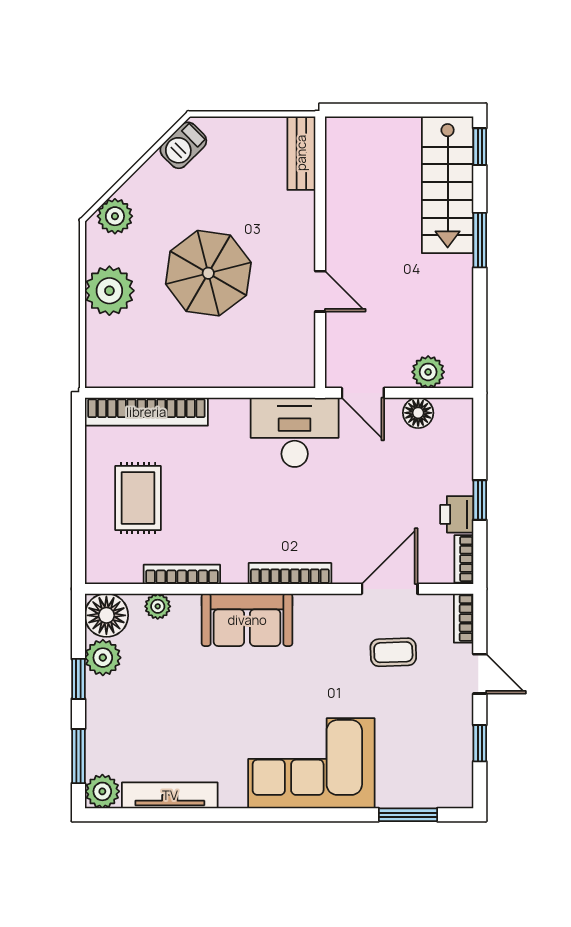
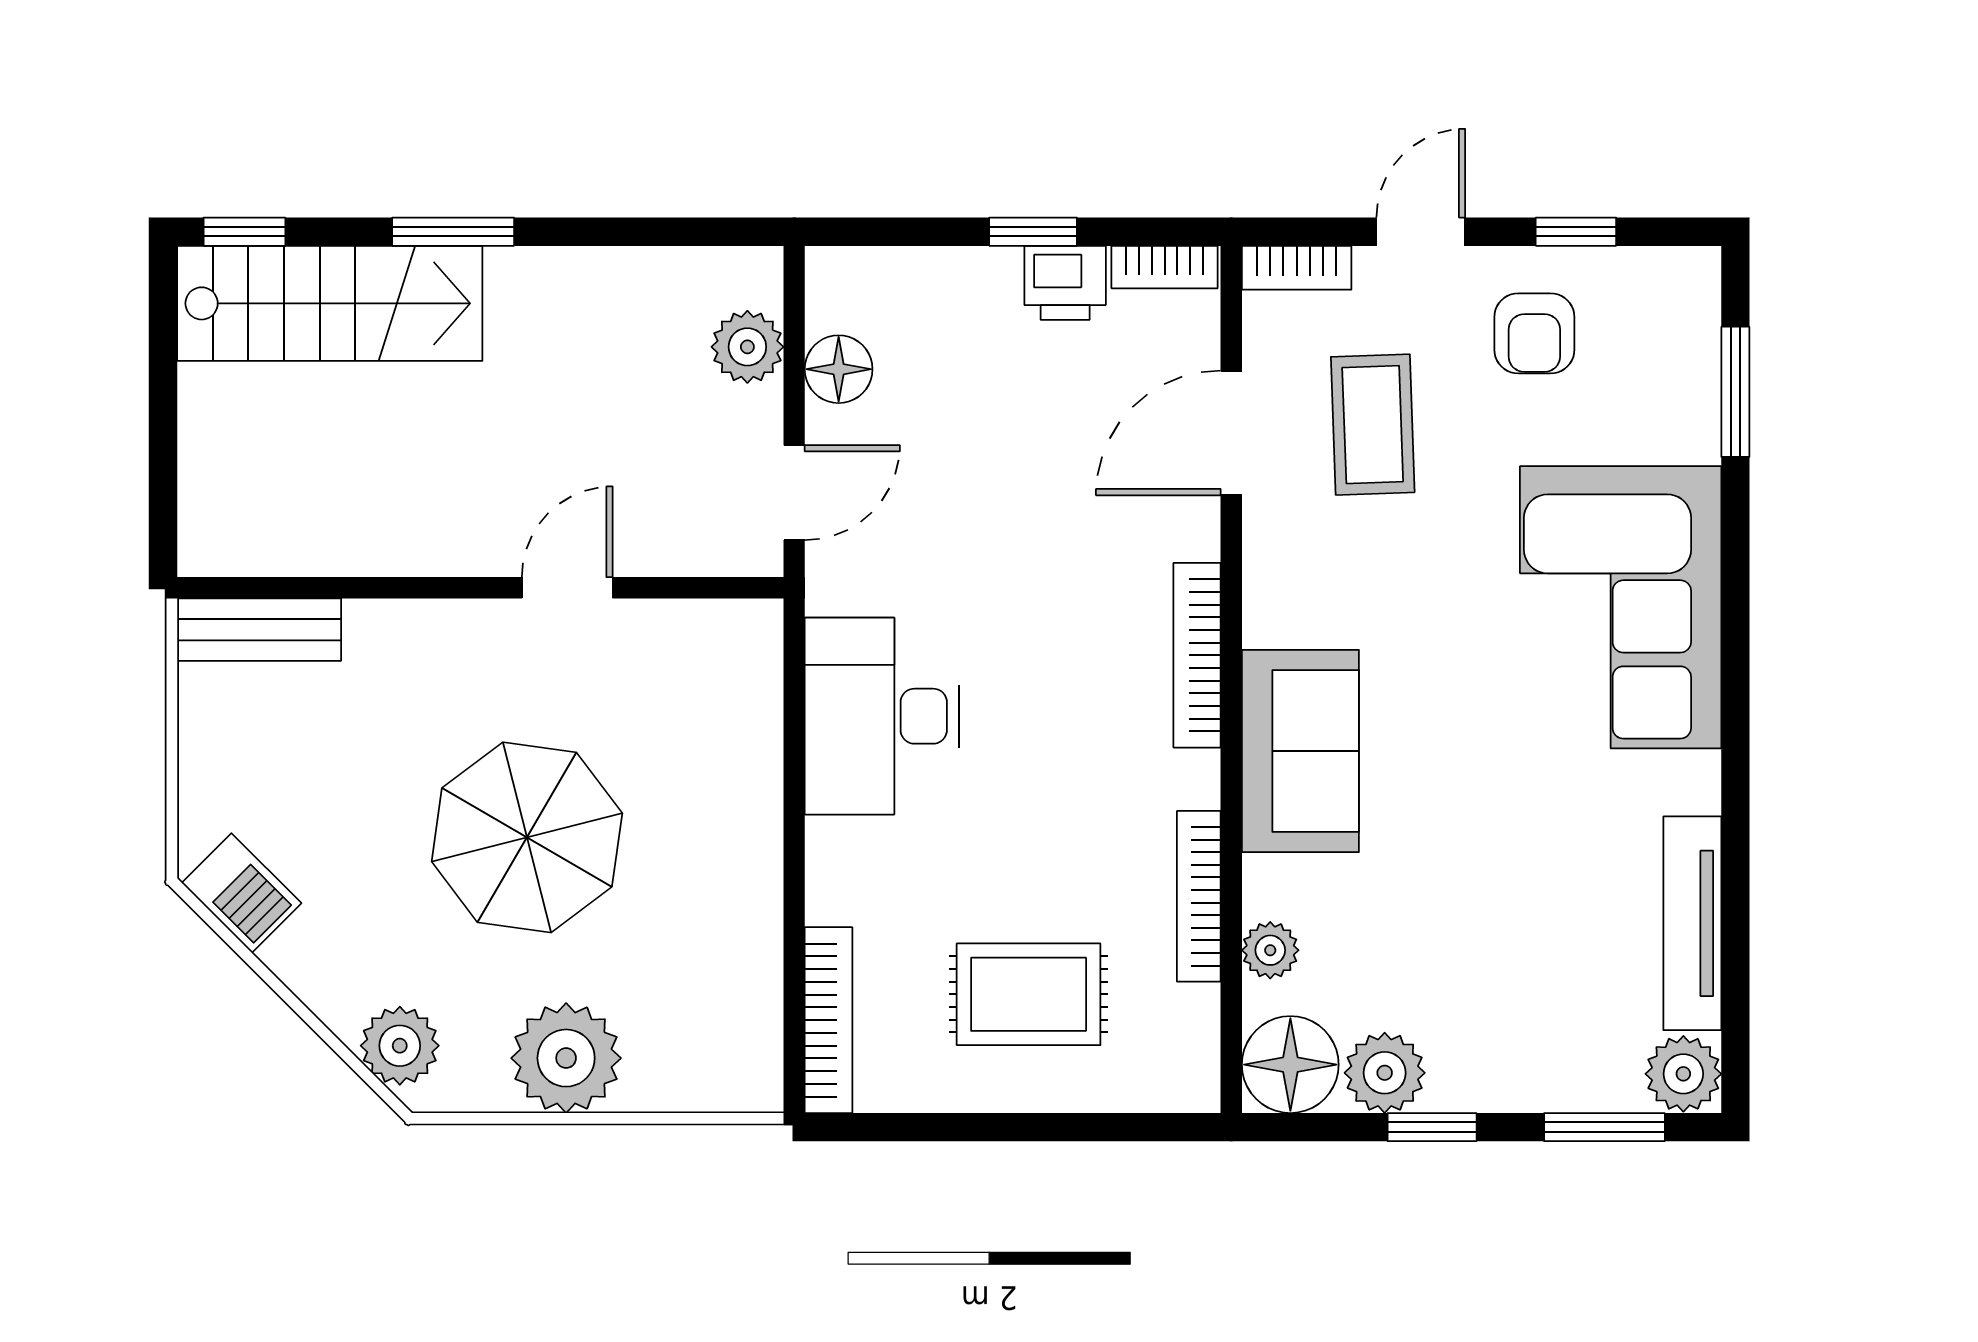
bookcase: (146, 412) -> (828, 1020), width x0.68, depth x0.76
desk: (295, 432) -> (882, 716), moved
door: (390, 589) -> (1231, 433), hinge flipped
coffee table: (393, 652) -> (1373, 425), width x1.36, depth x1.30
armchair: (434, 725) -> (1534, 333), added

